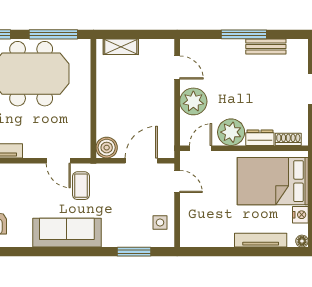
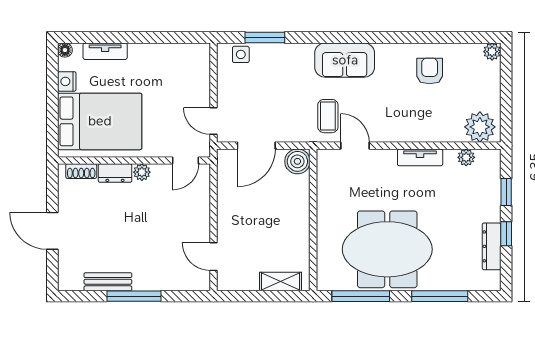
plant: (193, 101) -> (194, 216), removed
plant: (231, 132) -> (142, 172), width x0.53, depth x0.53
side table: (160, 222) -> (241, 54), moved
sofa: (67, 233) -> (345, 60), width x0.73
tv unit: (261, 240) -> (105, 51), width x0.71

